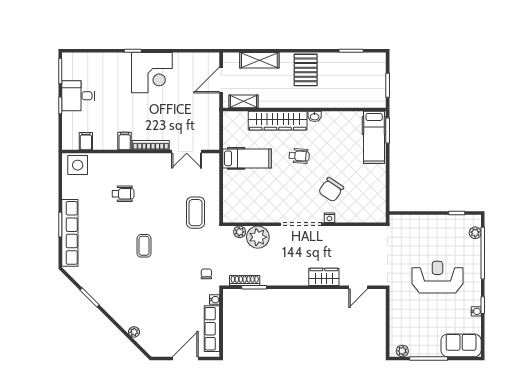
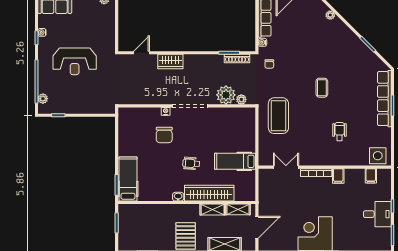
shelving: (274, 101) -> (213, 209), added
chair: (331, 190) -> (164, 135), turned 146
wheelchair: (123, 194) -> (340, 132), turned 90
coffee table: (196, 213) -> (278, 116), width x1.36, depth x1.32

